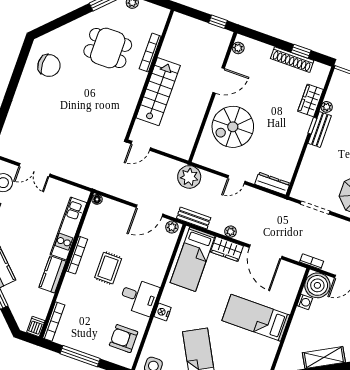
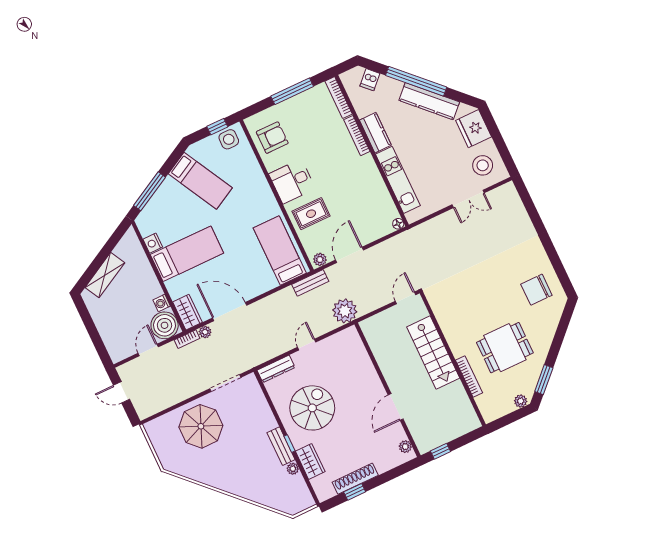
spiral stairs: (233, 127) -> (312, 408), moved
double door: (35, 170) -> (468, 199), swing flipped
plant: (231, 232) -> (205, 332), moved
wardrobe: (227, 249) -> (187, 312), moved, turned 90
bookcase: (77, 255) -> (357, 136), moved
rug: (108, 268) -> (311, 214), moved, turned 90
nightstand: (162, 312) -> (153, 243), moved, turned 180
dishwasher: (36, 326) -> (370, 80), moved, turned 45

